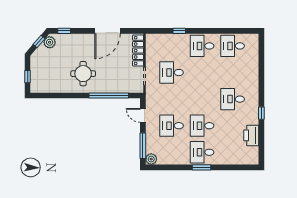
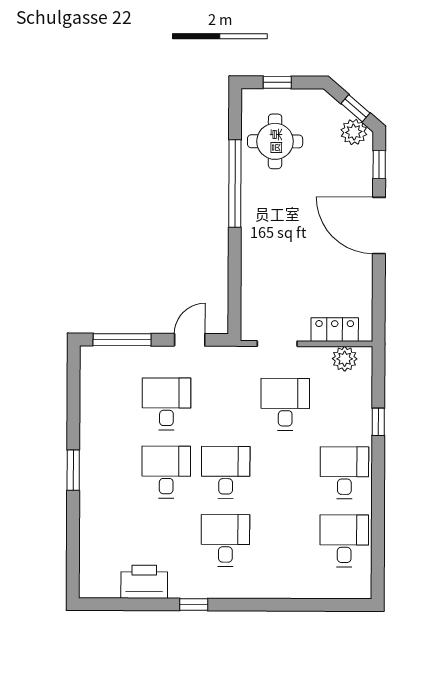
door: (108, 31) -> (379, 225), moved
locker: (138, 51) -> (335, 330), width x0.66
round table: (83, 74) -> (275, 141), moved
window: (109, 95) -> (235, 184), moved
desk: (202, 152) -> (226, 472), moved
plant: (151, 159) -> (345, 359), moved

